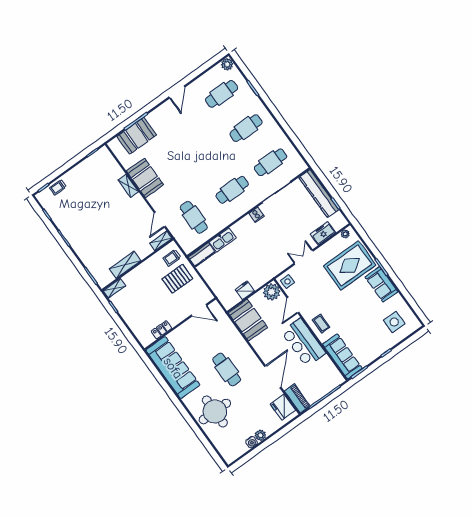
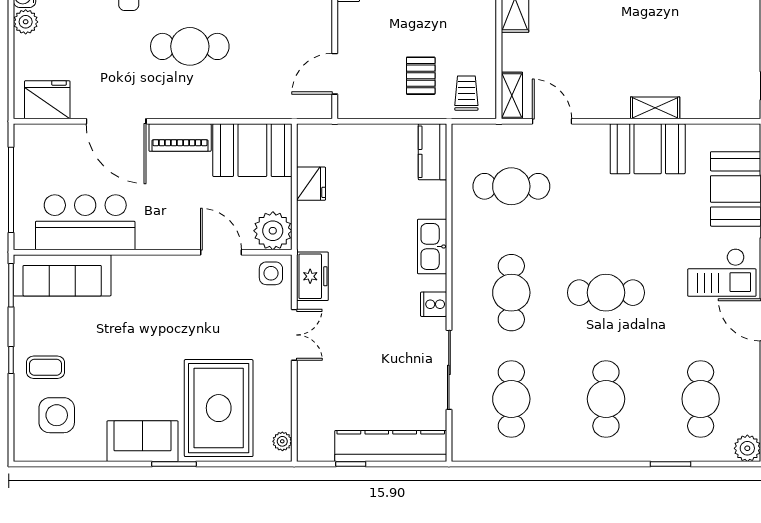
checkout: (170, 119) -> (722, 273), added
cafe table: (208, 156) -> (606, 293), added
freezer: (323, 233) -> (312, 276), moved
kitchen sink: (223, 240) -> (432, 247), moved
pallet: (177, 279) -> (421, 76), width x0.67, depth x0.71
coffee table: (321, 324) -> (45, 367), moved
bar counter: (303, 343) -> (85, 222), moved
piano: (297, 398) -> (180, 138), moved

